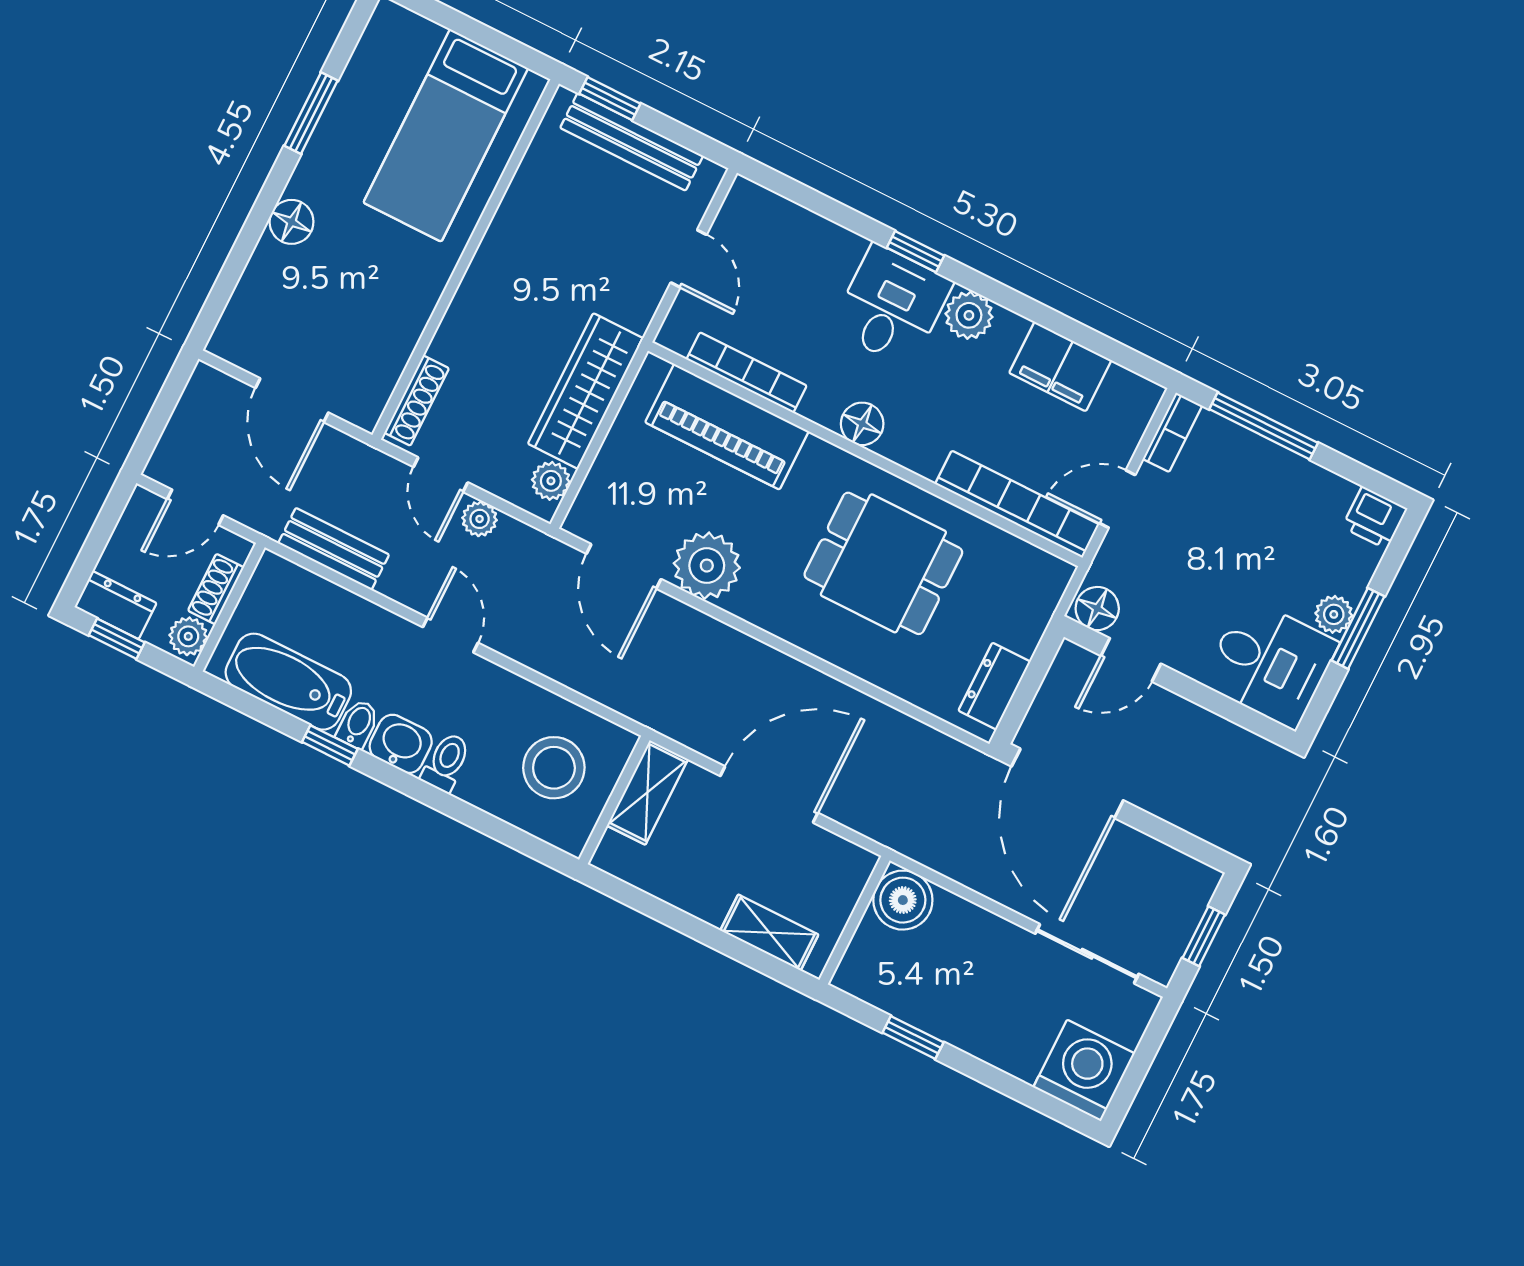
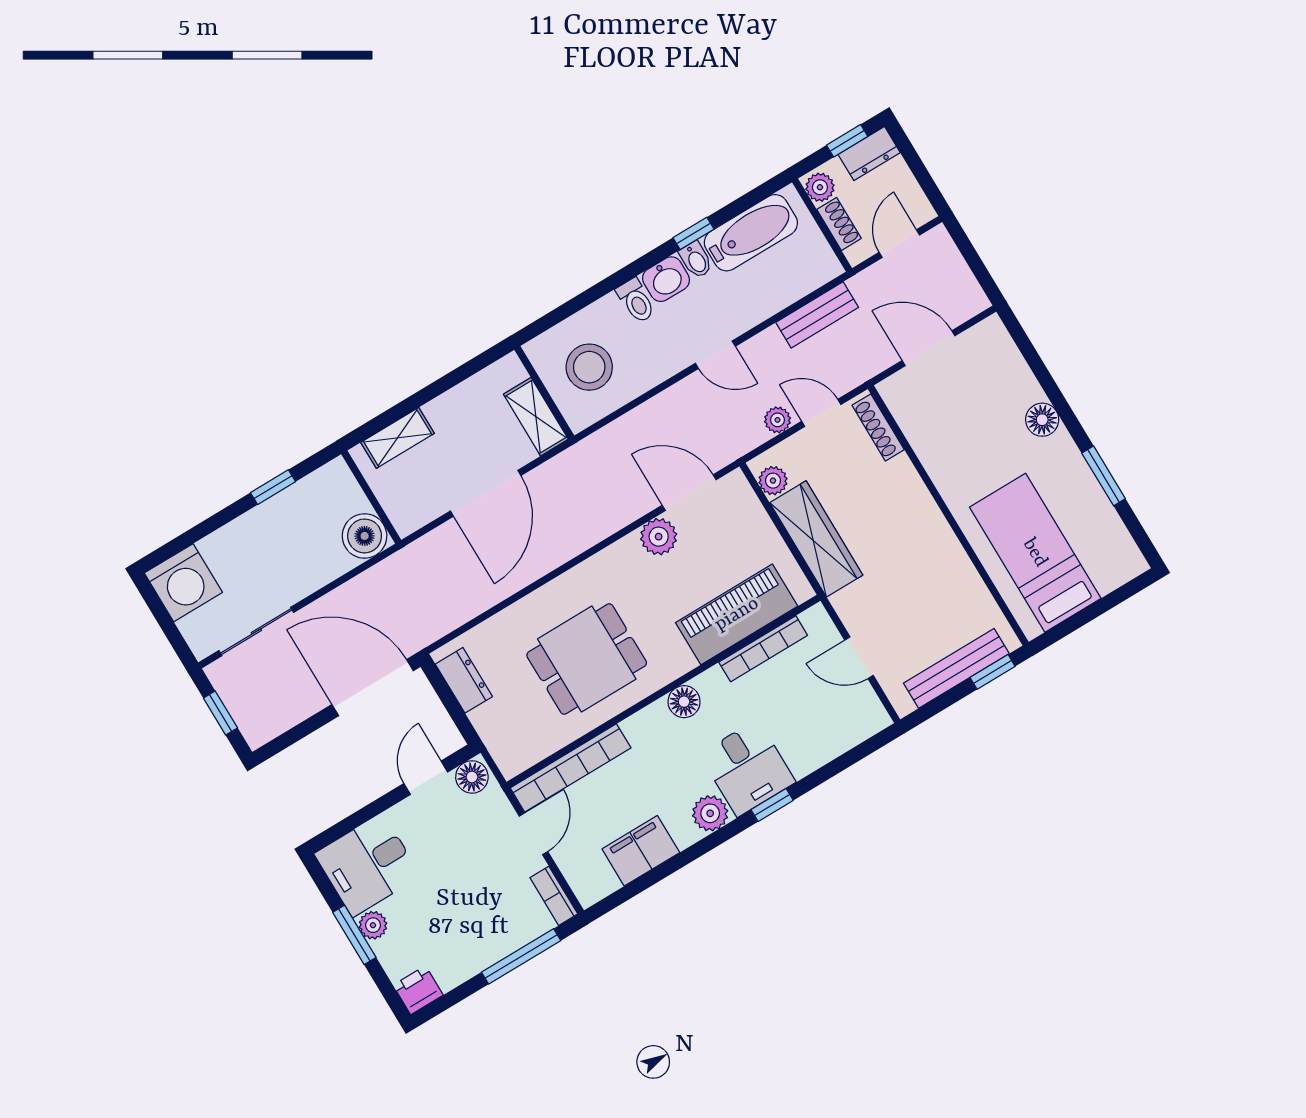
plant: (707, 566) -> (659, 537), width x0.73, depth x0.73

